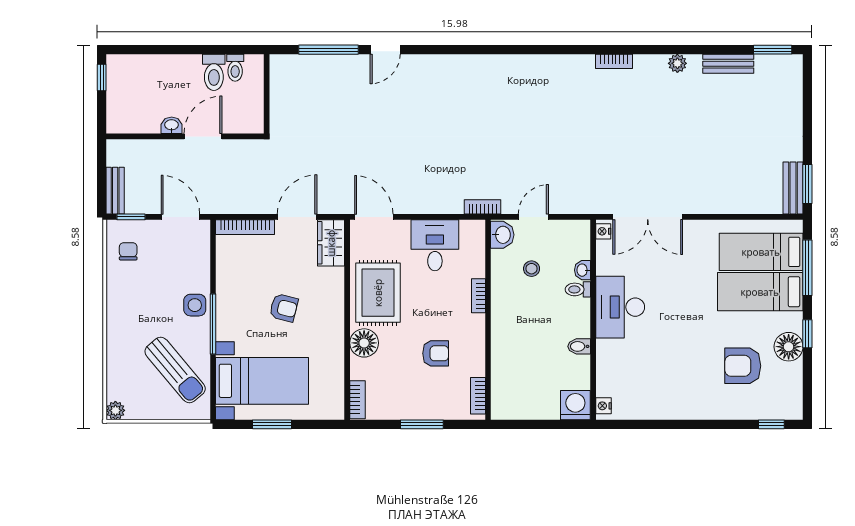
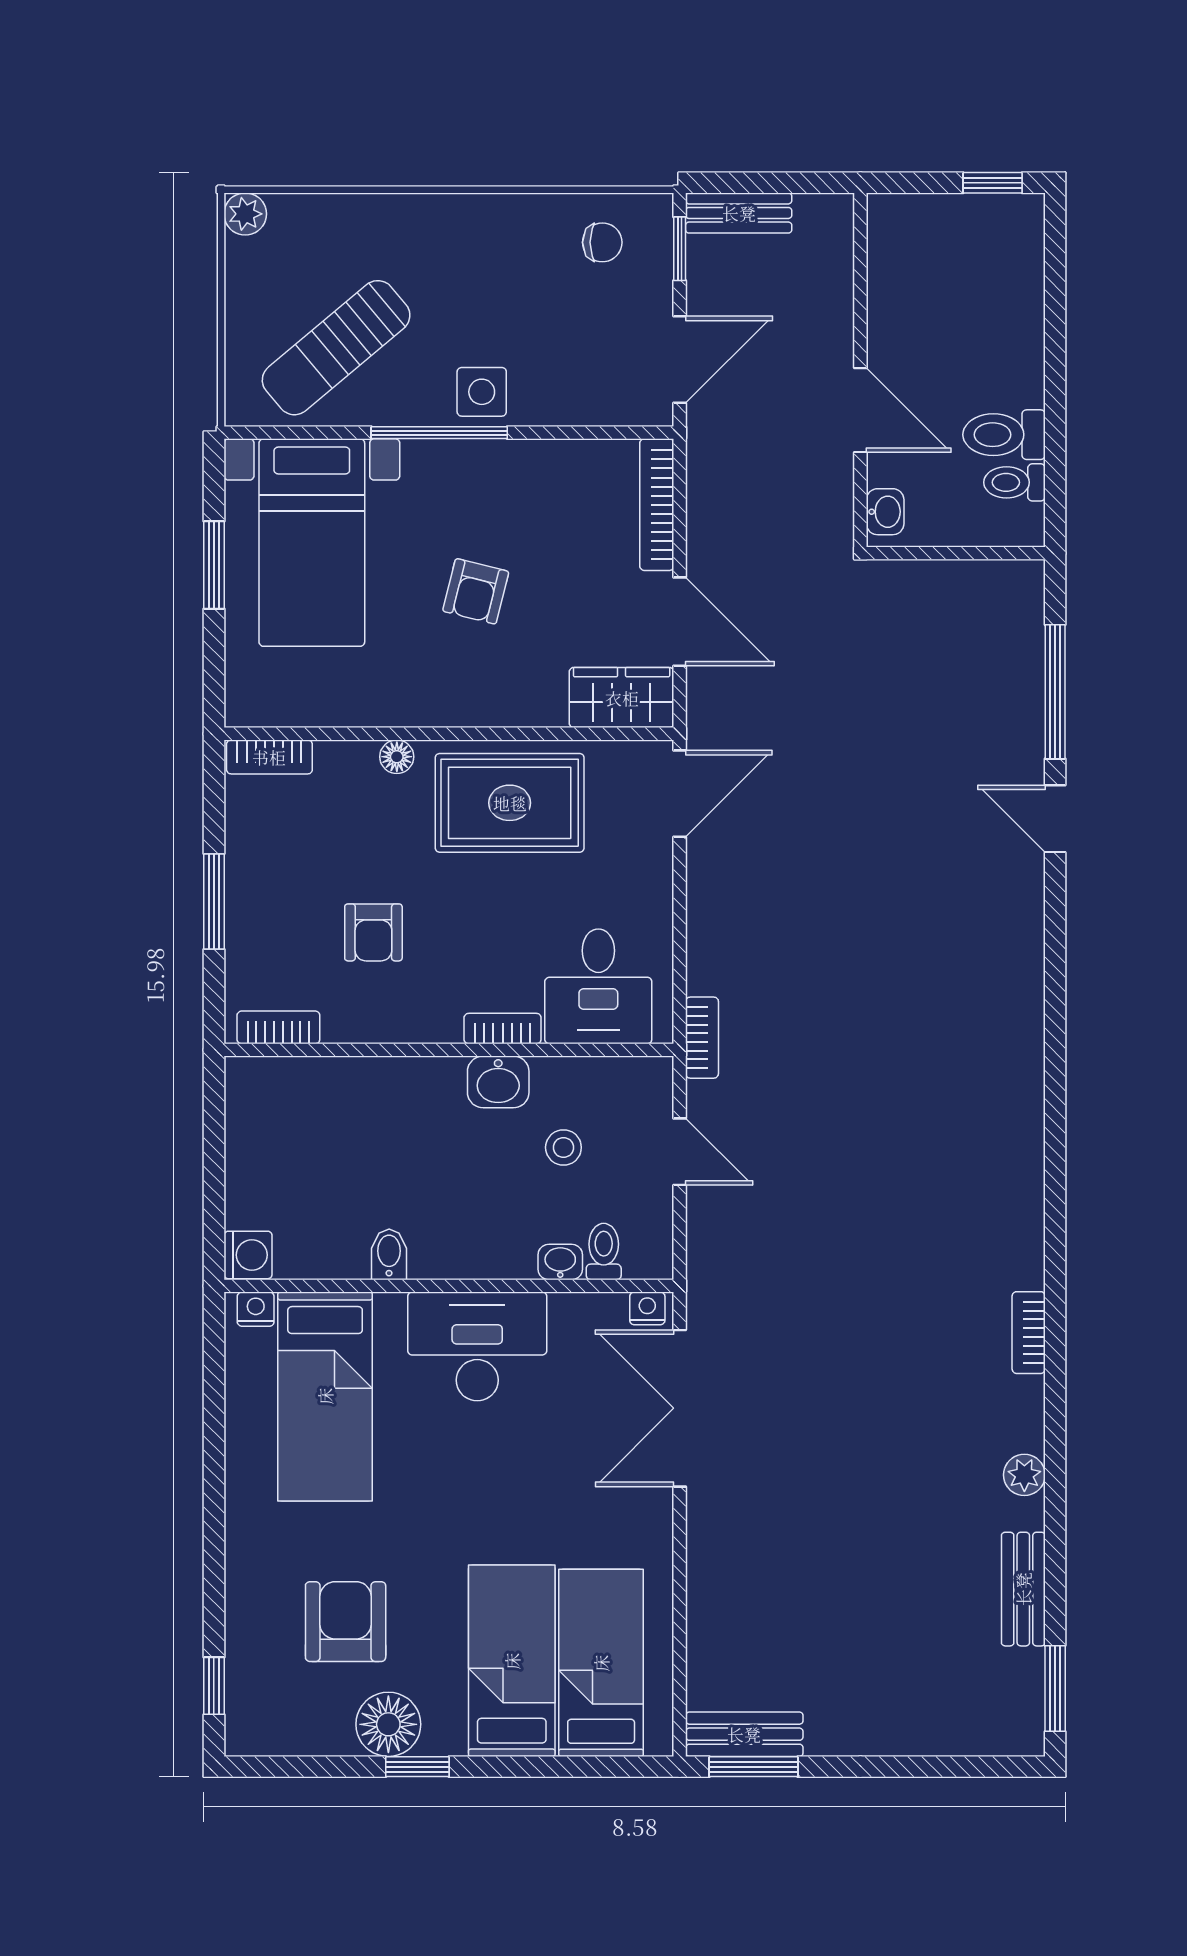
washbasin: (172, 125) -> (885, 512), moved
washbasin: (502, 235) -> (498, 1082), moved
desk: (435, 245) -> (598, 986), moved, turned 90
window: (807, 268) -> (565, 1767), removed
toilet: (578, 289) -> (604, 1252), moved
floor lamp: (364, 343) -> (397, 757), width x0.53, depth x0.53
bed: (642, 375) -> (325, 1396), added
washing machine: (575, 405) -> (248, 1255), width x0.73, depth x0.73

